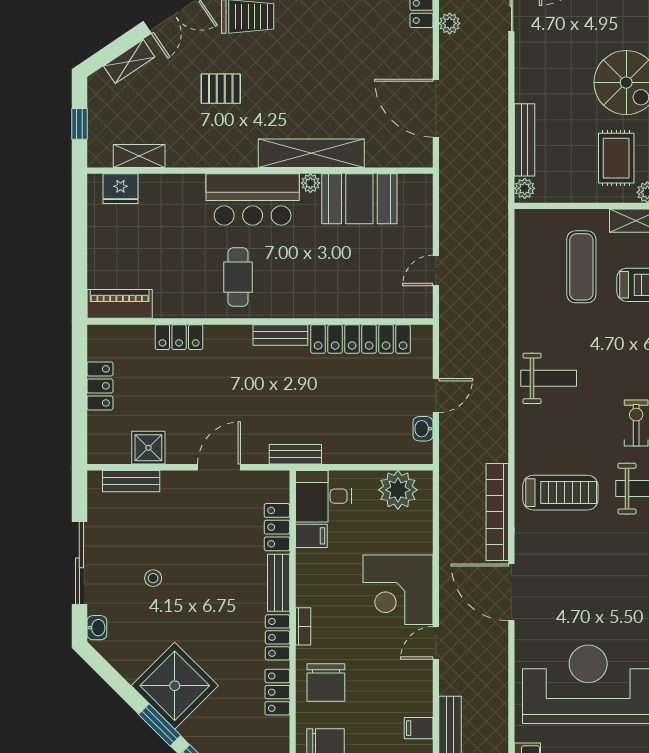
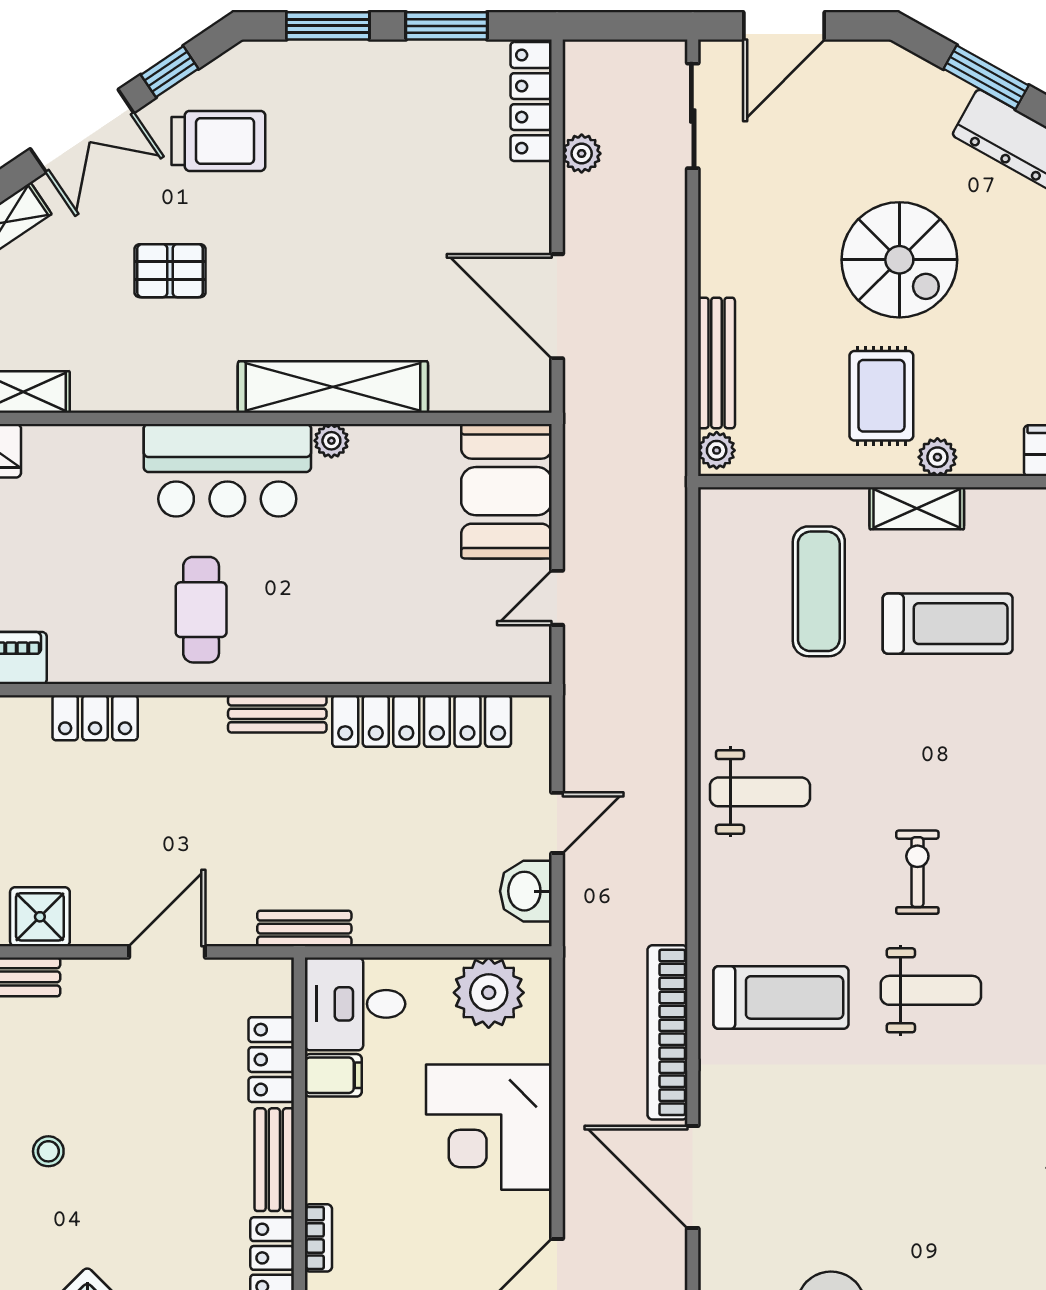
booth: (359, 199) -> (506, 491), moved, turned 90
washbasin: (423, 429) -> (526, 891), width x1.38, depth x1.45
corner desk: (398, 590) -> (489, 1127), moved

